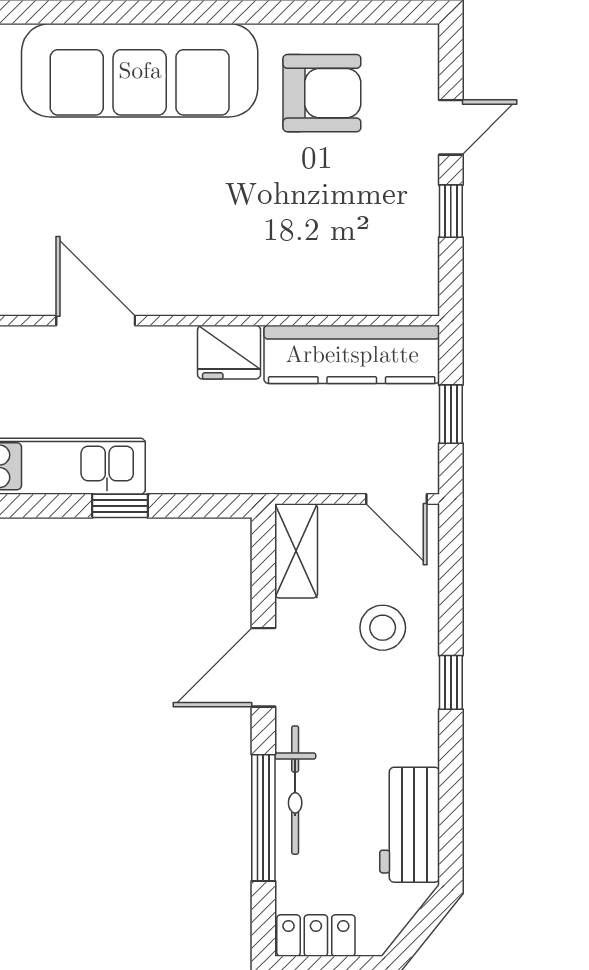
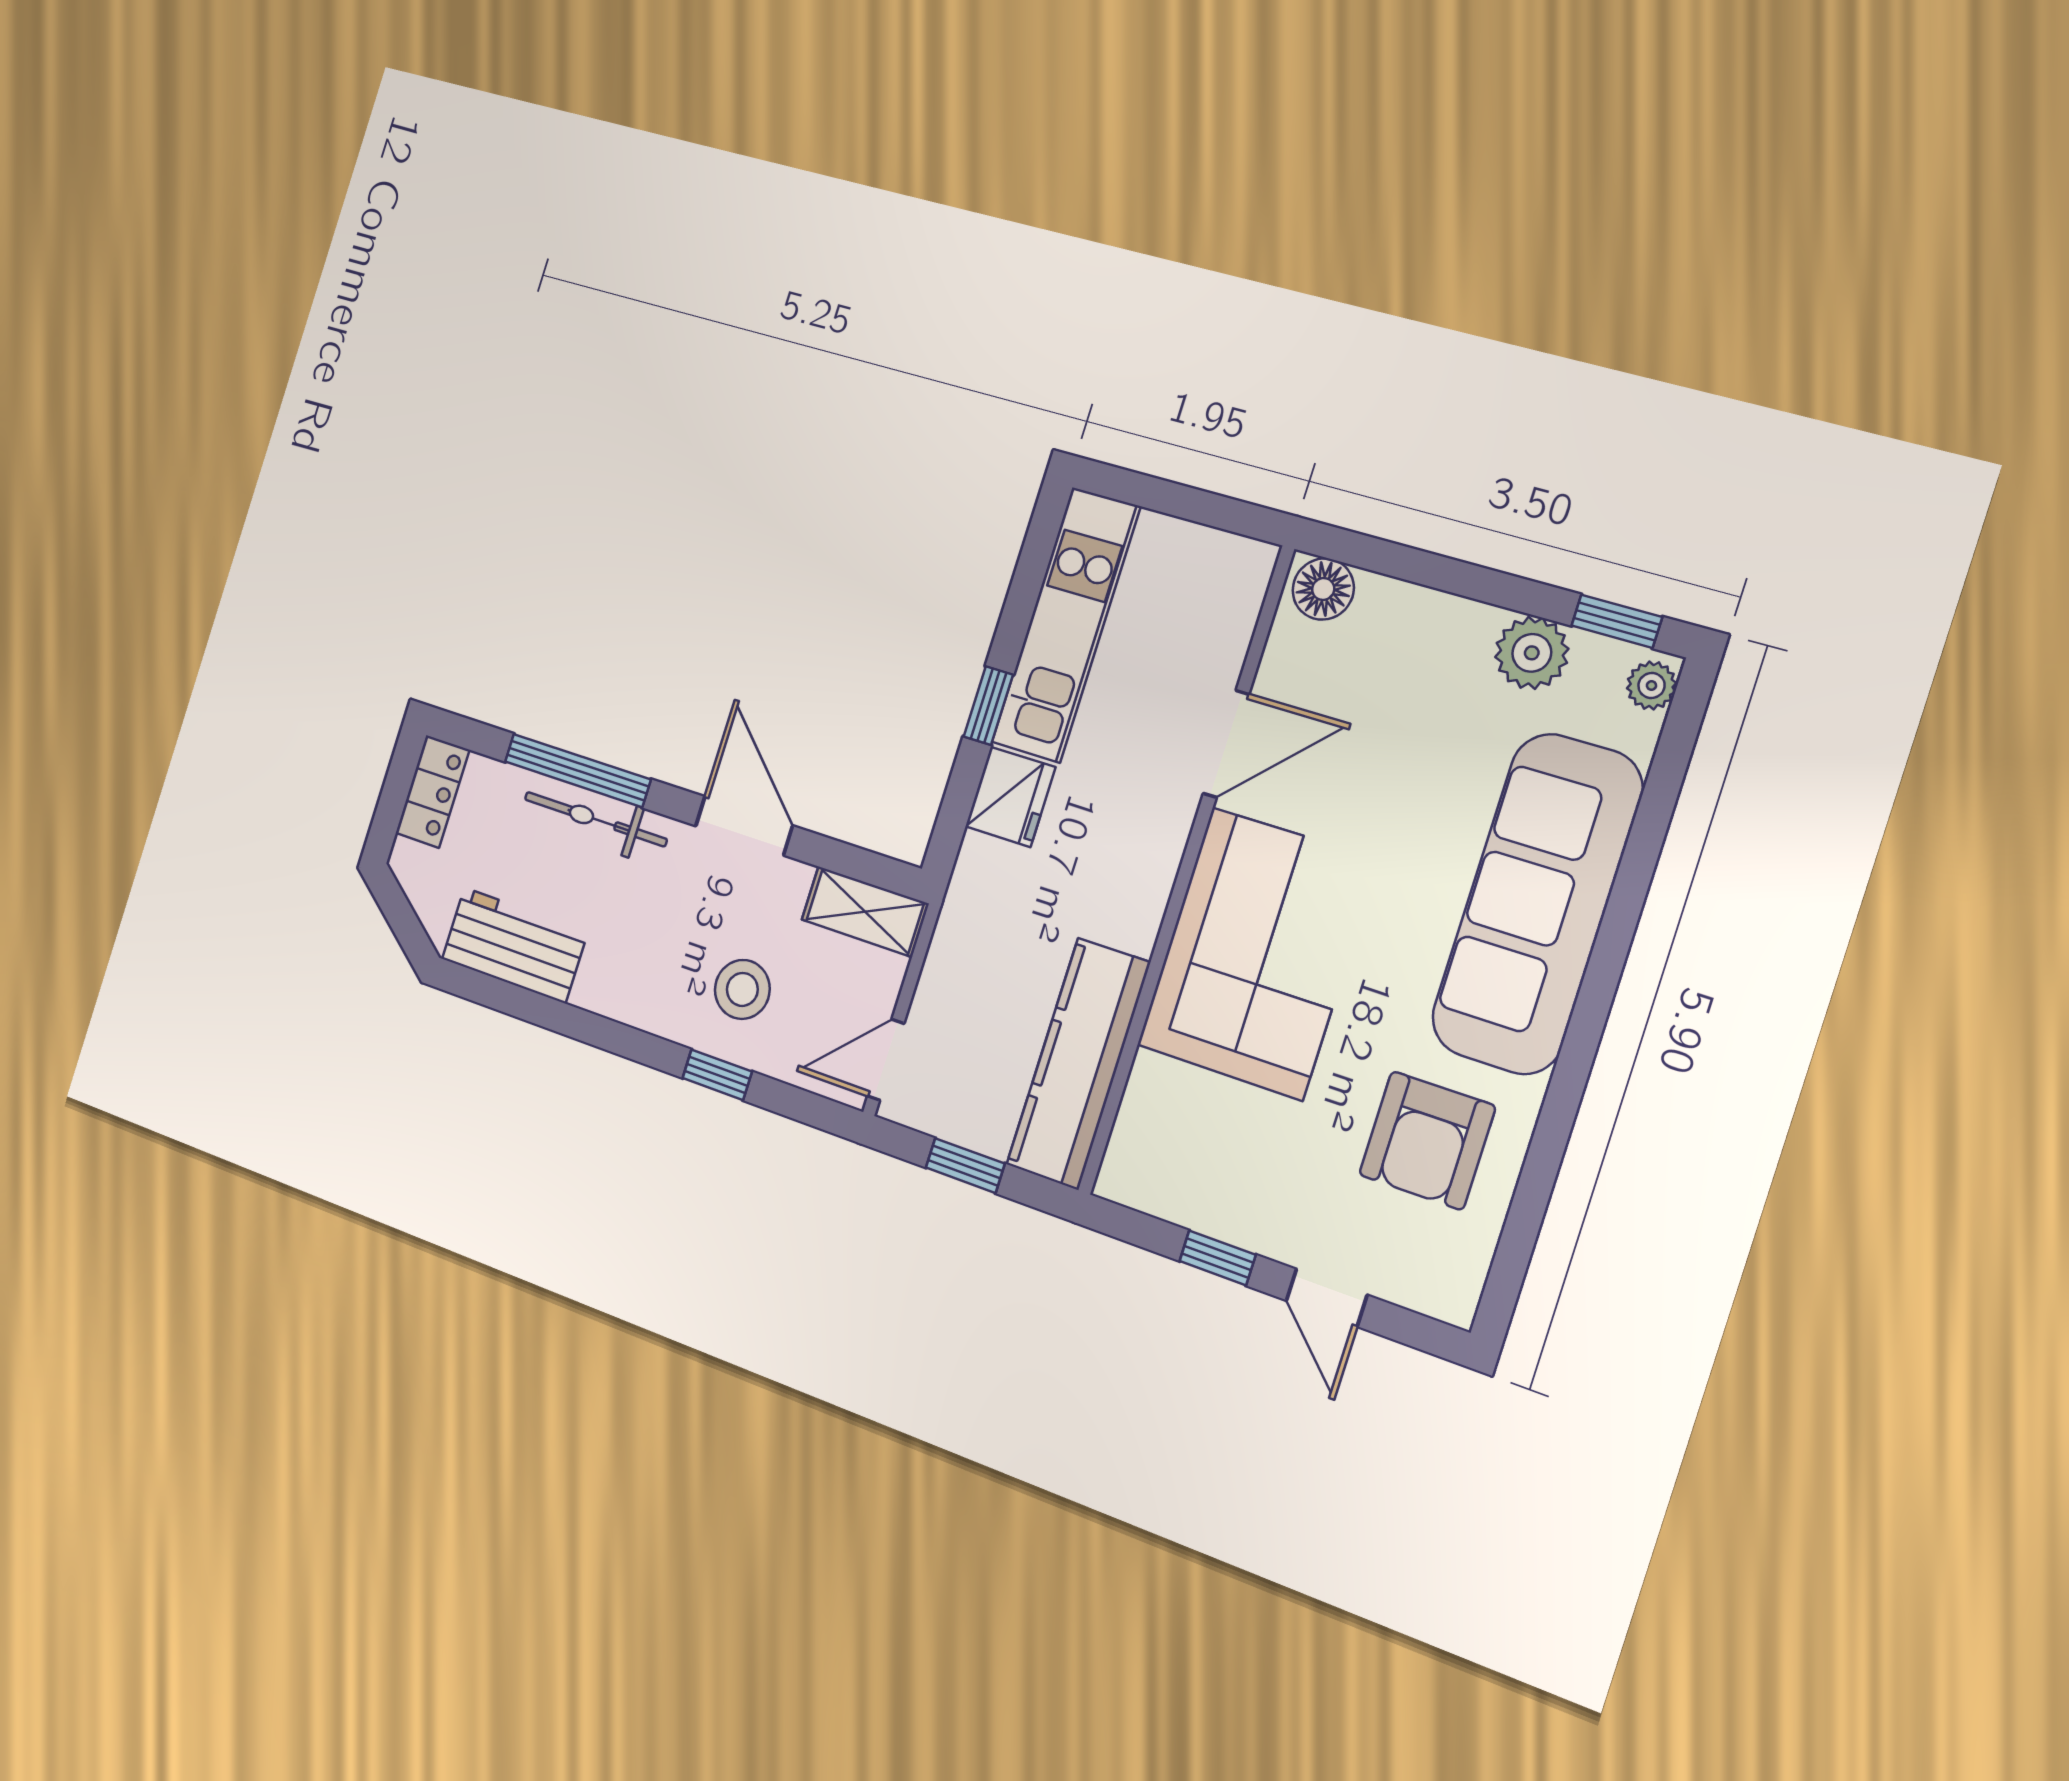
corner sofa: (234, 251) -> (1257, 953), added
fridge: (229, 352) -> (1010, 797), moved, turned 180
window: (451, 682) -> (717, 1075), moved

